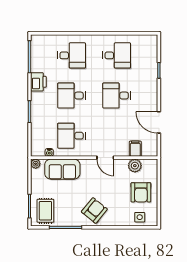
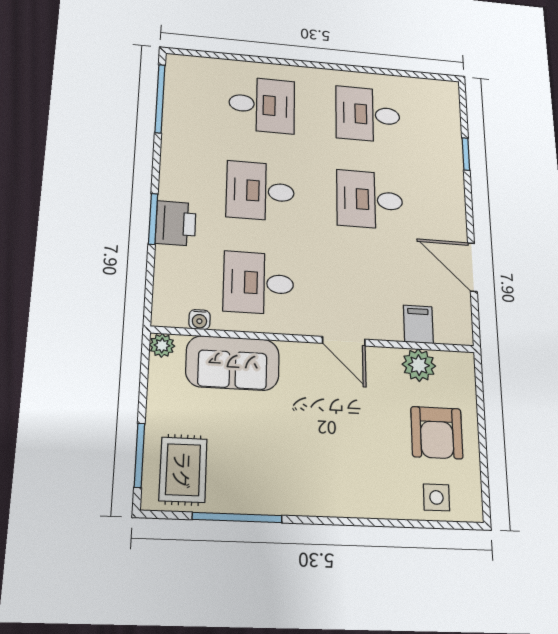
desk: (117, 55) -> (368, 114), turned 180
printer: (38, 82) -> (176, 223), moved
armchair: (94, 211) -> (316, 475), removed

